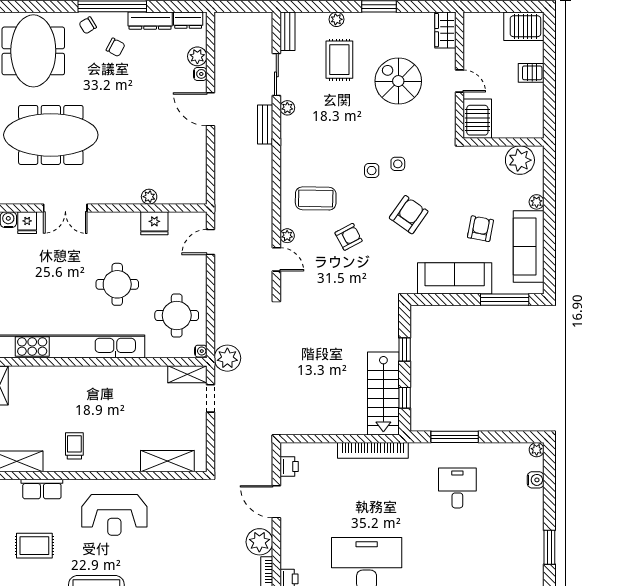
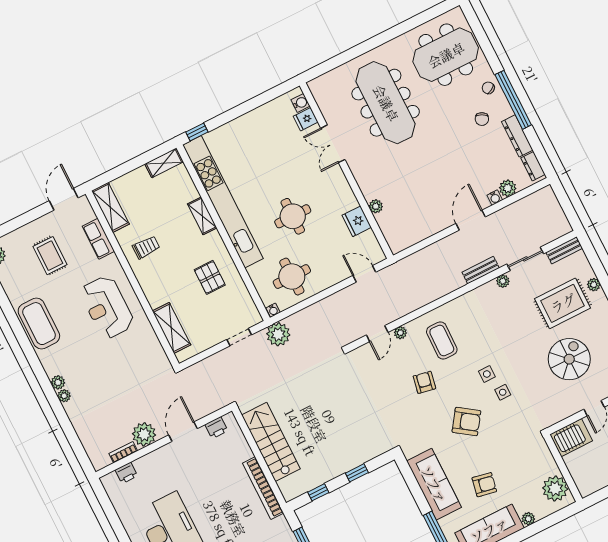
rug: (339, 60) -> (563, 303), width x1.36, depth x1.43
armchair: (349, 237) -> (424, 382), turned -141
shelving: (187, 374) -> (202, 216), moved
stairs: (383, 393) -> (271, 442), moved, turned 90
pallet: (136, 398) -> (210, 277), added

